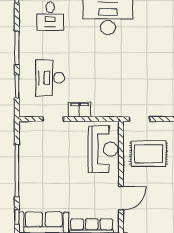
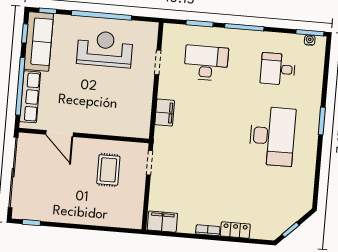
filing cabinet: (80, 110) -> (165, 113), moved
reception desk: (103, 149) -> (105, 49), moved, turned 180
rug: (149, 154) -> (108, 170), width x0.73, depth x0.70

